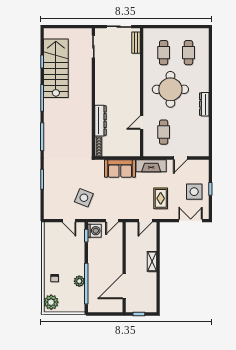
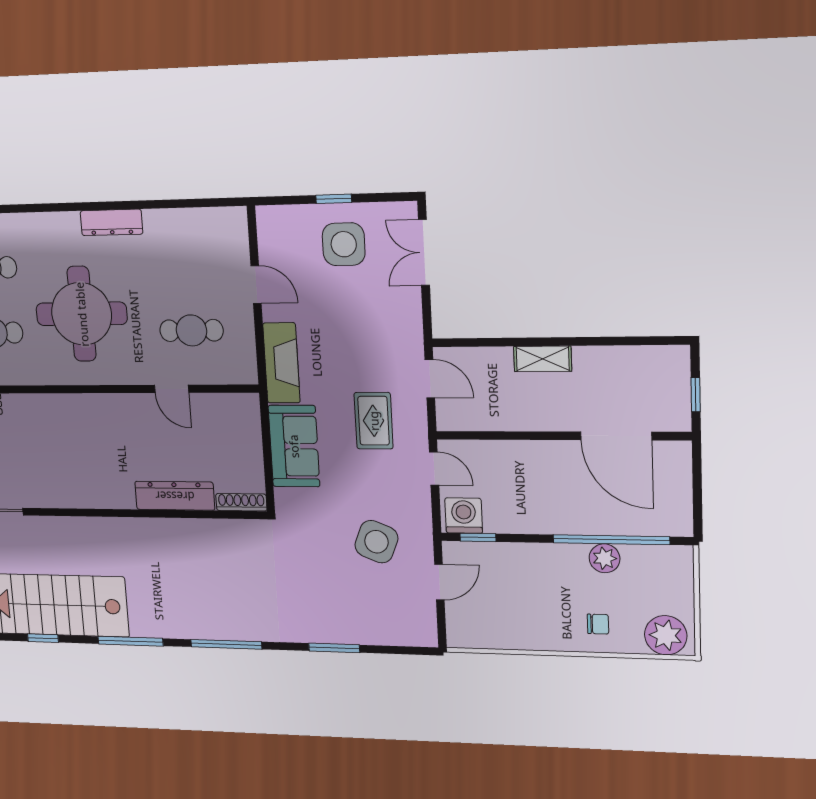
rug: (161, 198) -> (374, 421), moved, turned 90

